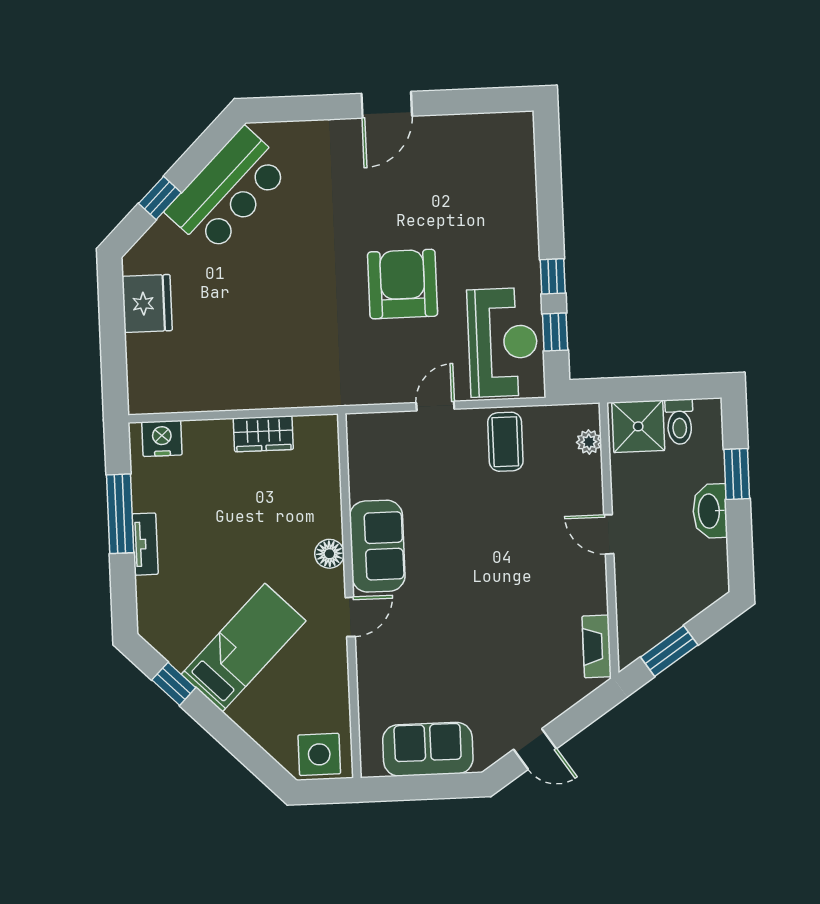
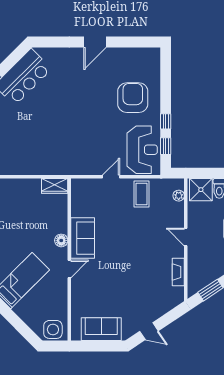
armchair: (403, 284) -> (133, 98), moved
wardrobe: (263, 434) -> (55, 186), moved
fireplace: (597, 646) -> (178, 272), moved

